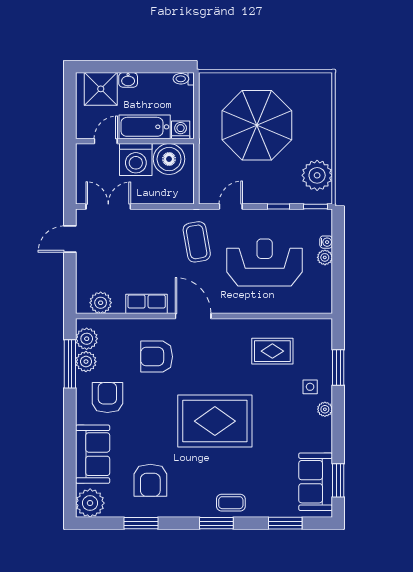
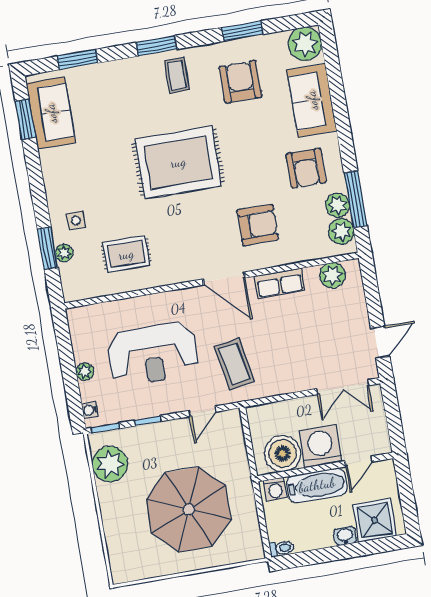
water cooler: (326, 242) -> (90, 410), moved
plant: (325, 409) -> (64, 253), moved
coffee table: (231, 503) -> (177, 75), moved, turned 90

